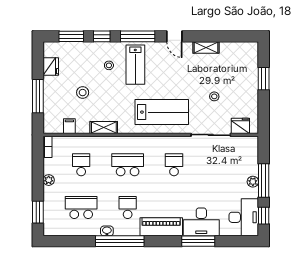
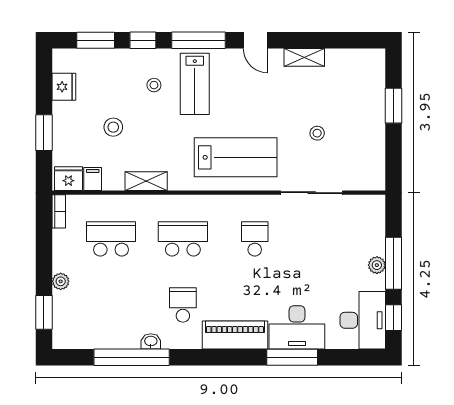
window: (38, 96) -> (44, 133), width x0.69
fridge: (240, 126) -> (68, 179), moved
school desk: (81, 165) -> (111, 239), width x1.85
plant: (49, 180) -> (61, 281), moved
school desk: (81, 207) -> (111, 305), removed
window: (120, 241) -> (132, 357), moved

